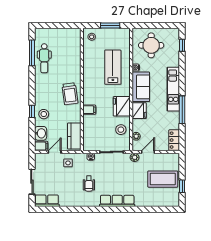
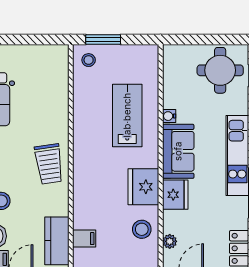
window: (110, 26) -> (103, 39), moved
round table: (151, 45) -> (220, 70), moved
filing cabinet: (89, 110) -> (84, 239), moved

